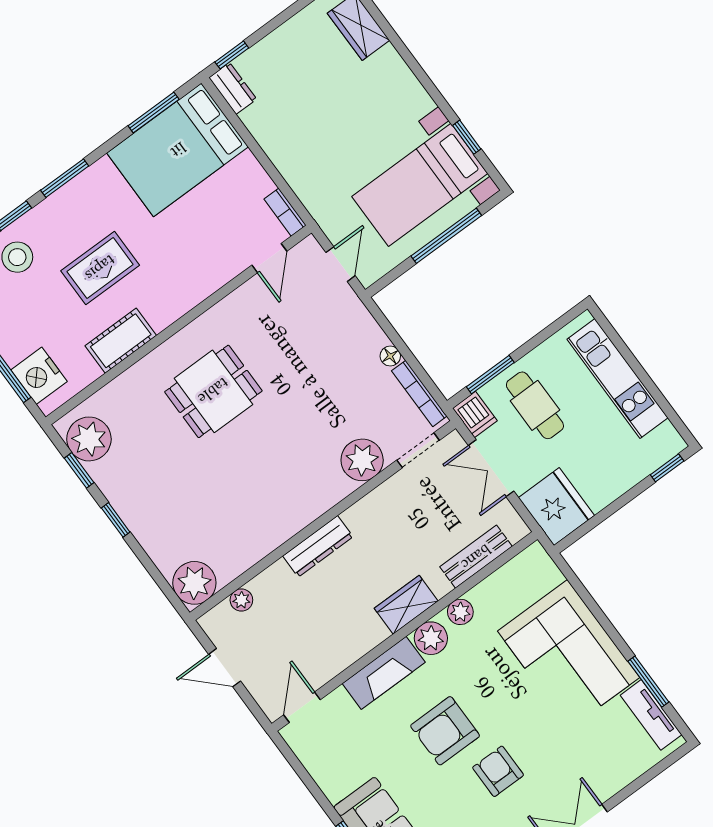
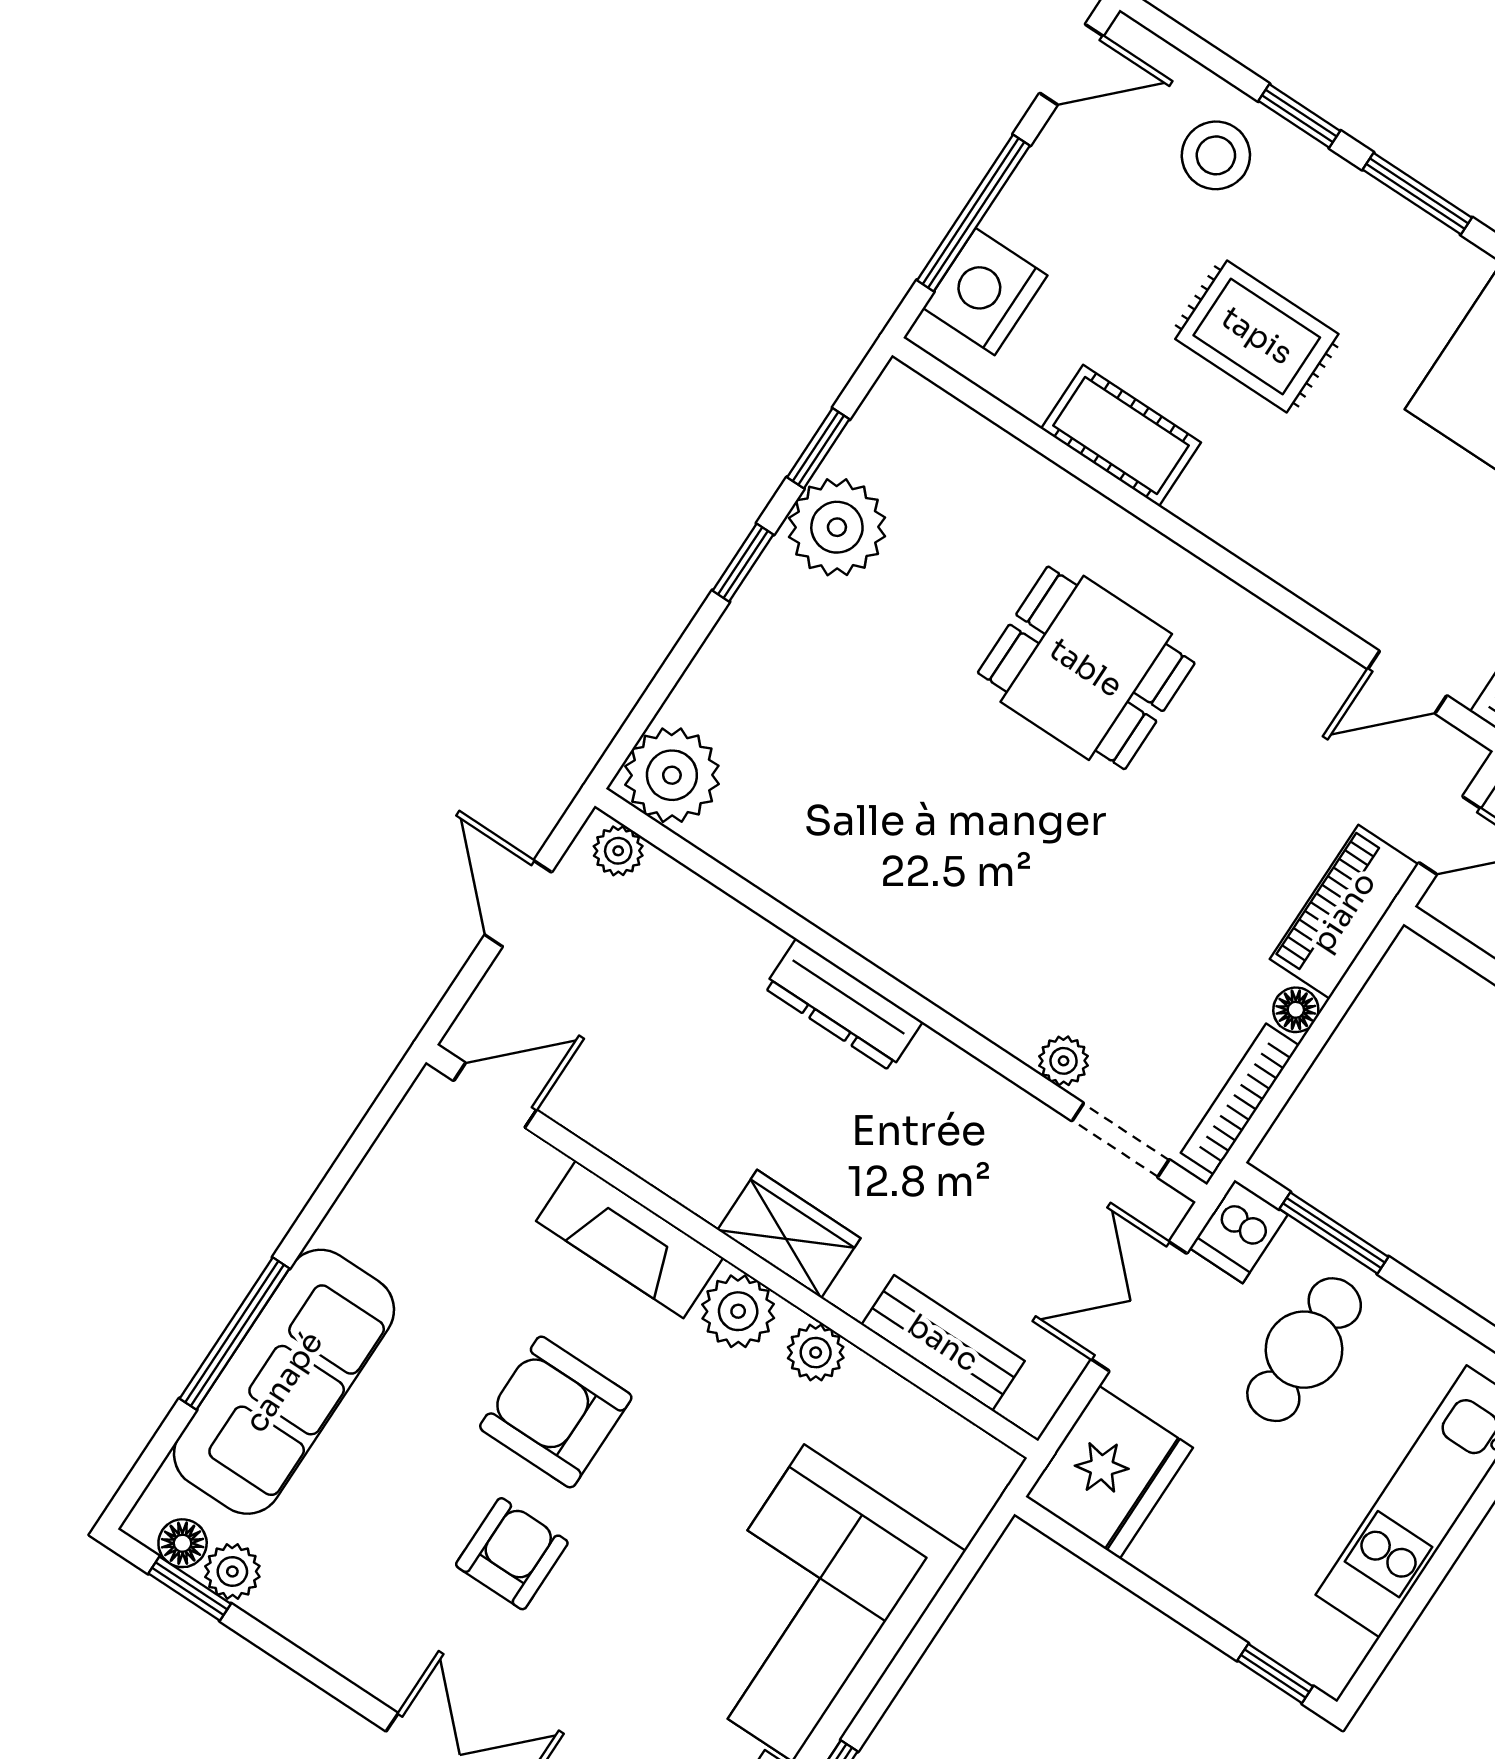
piano: (356, 320) -> (1344, 912), added
plant: (89, 439) -> (837, 527), moved
plant: (362, 460) -> (1064, 1061), width x0.53, depth x0.53
plant: (241, 600) -> (618, 851), moved

